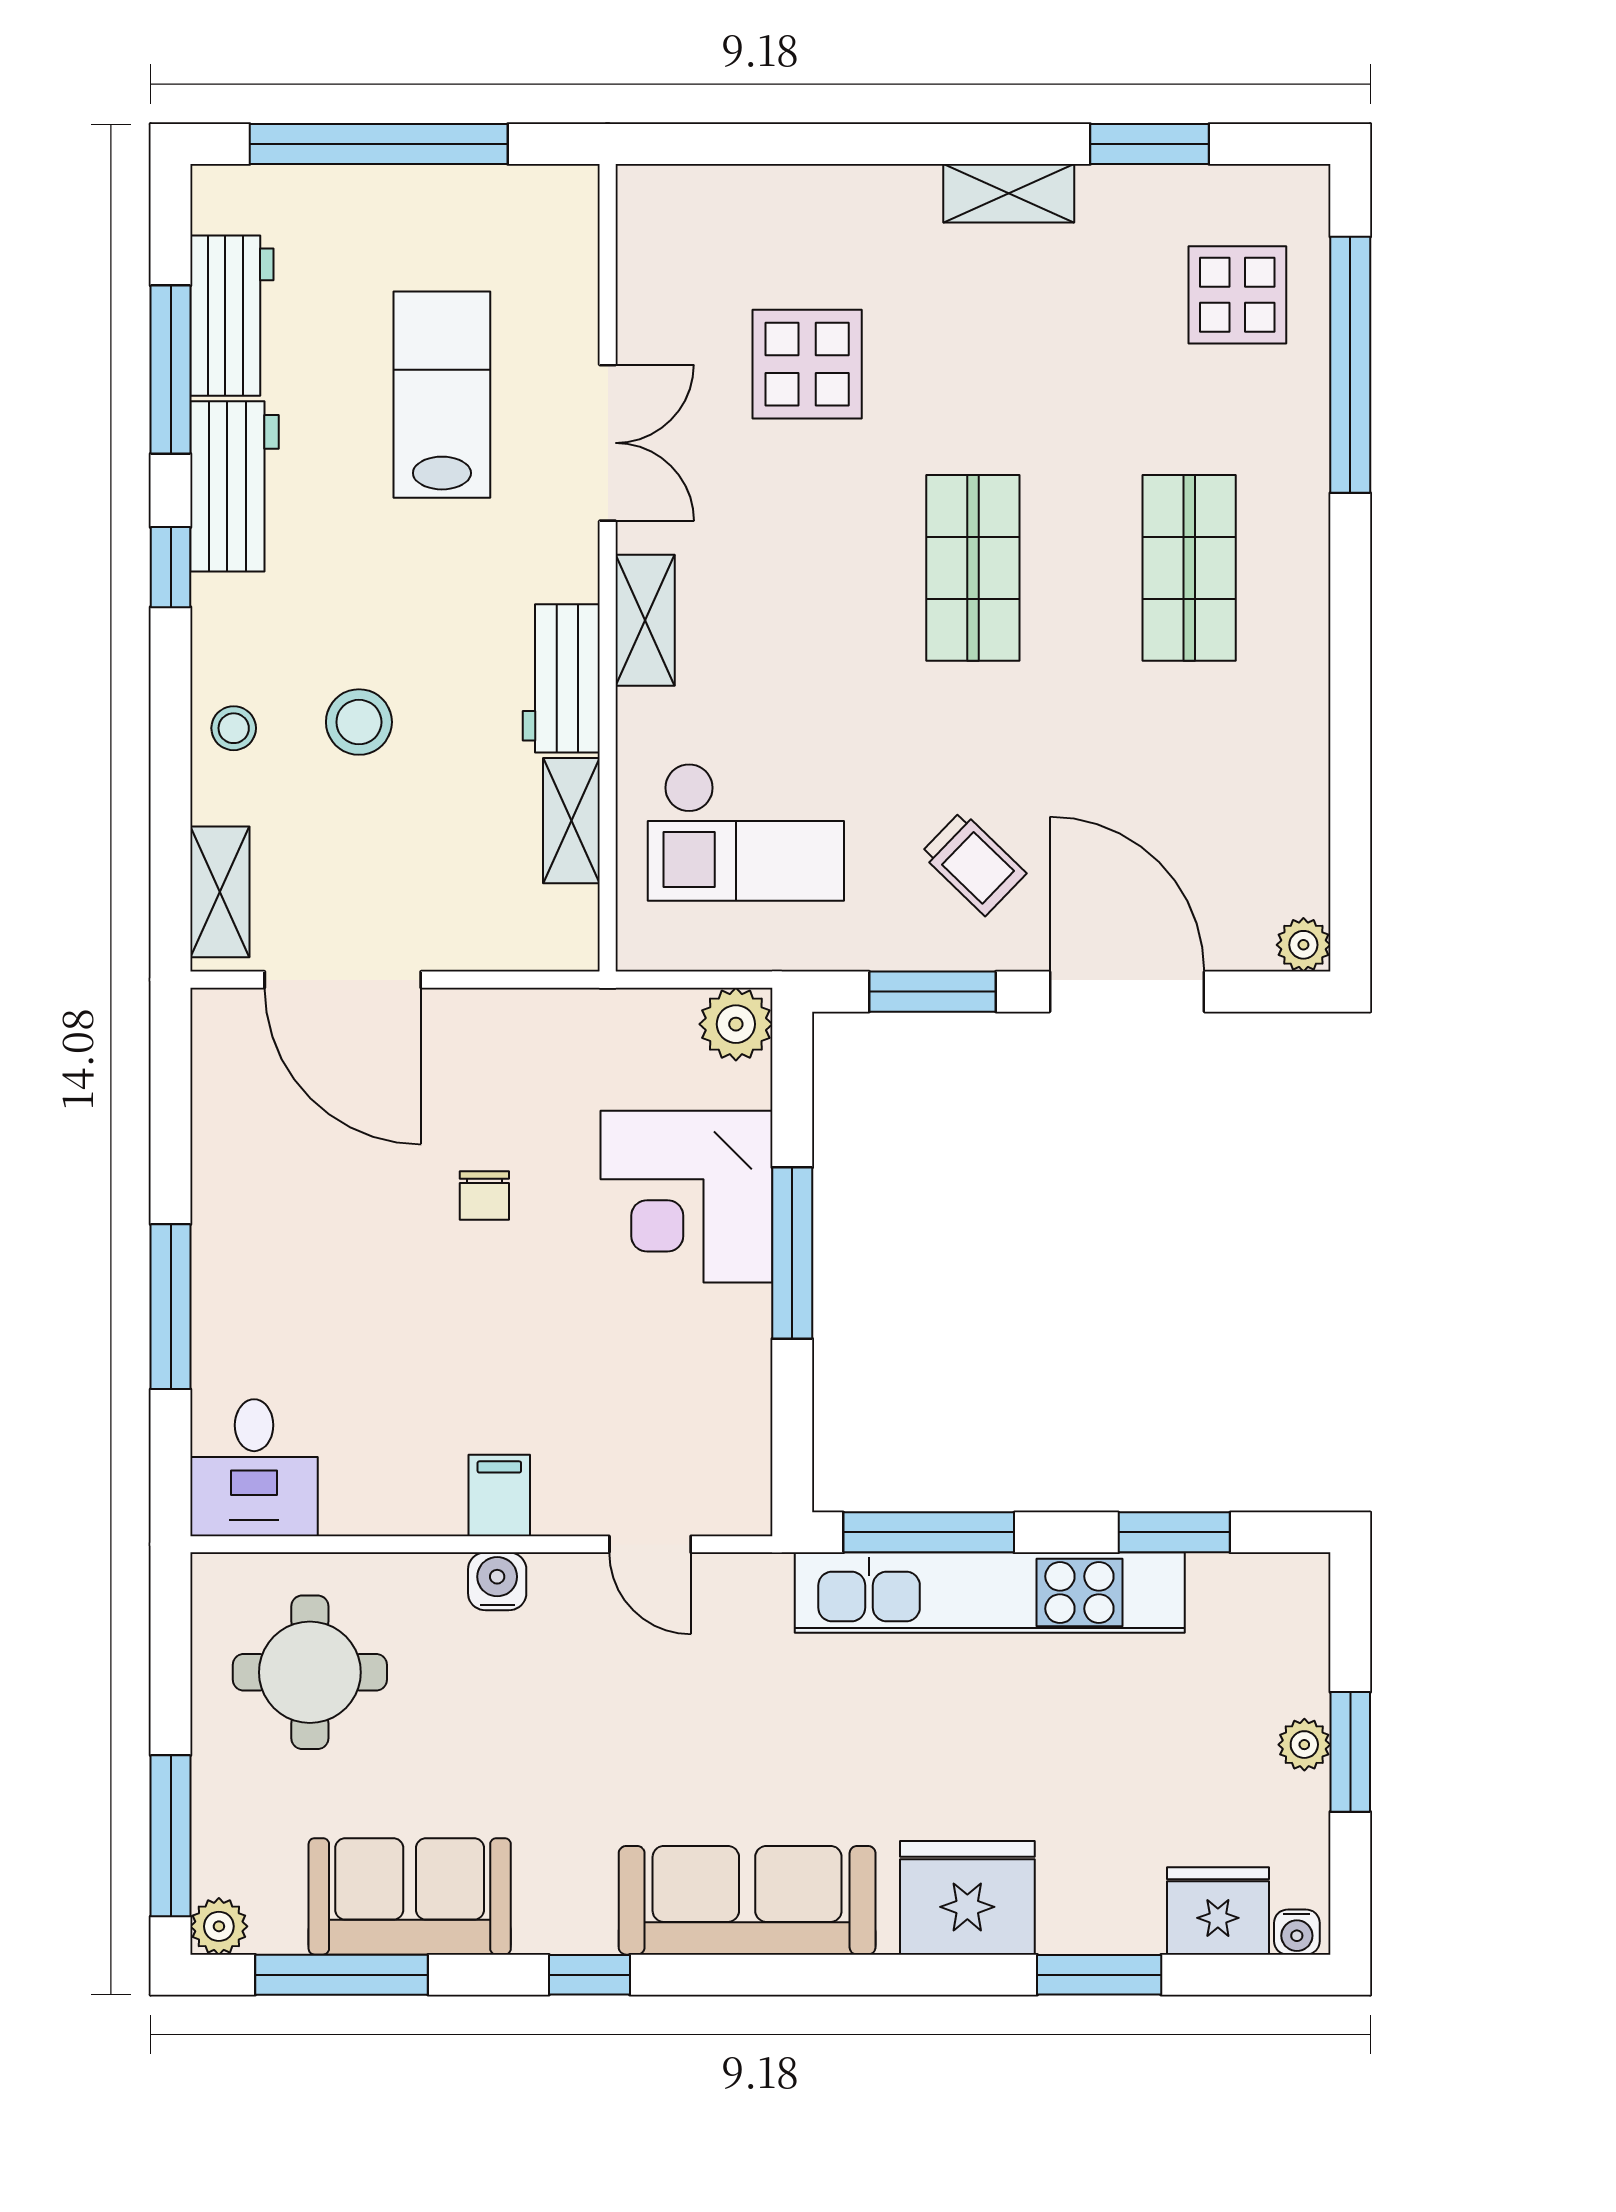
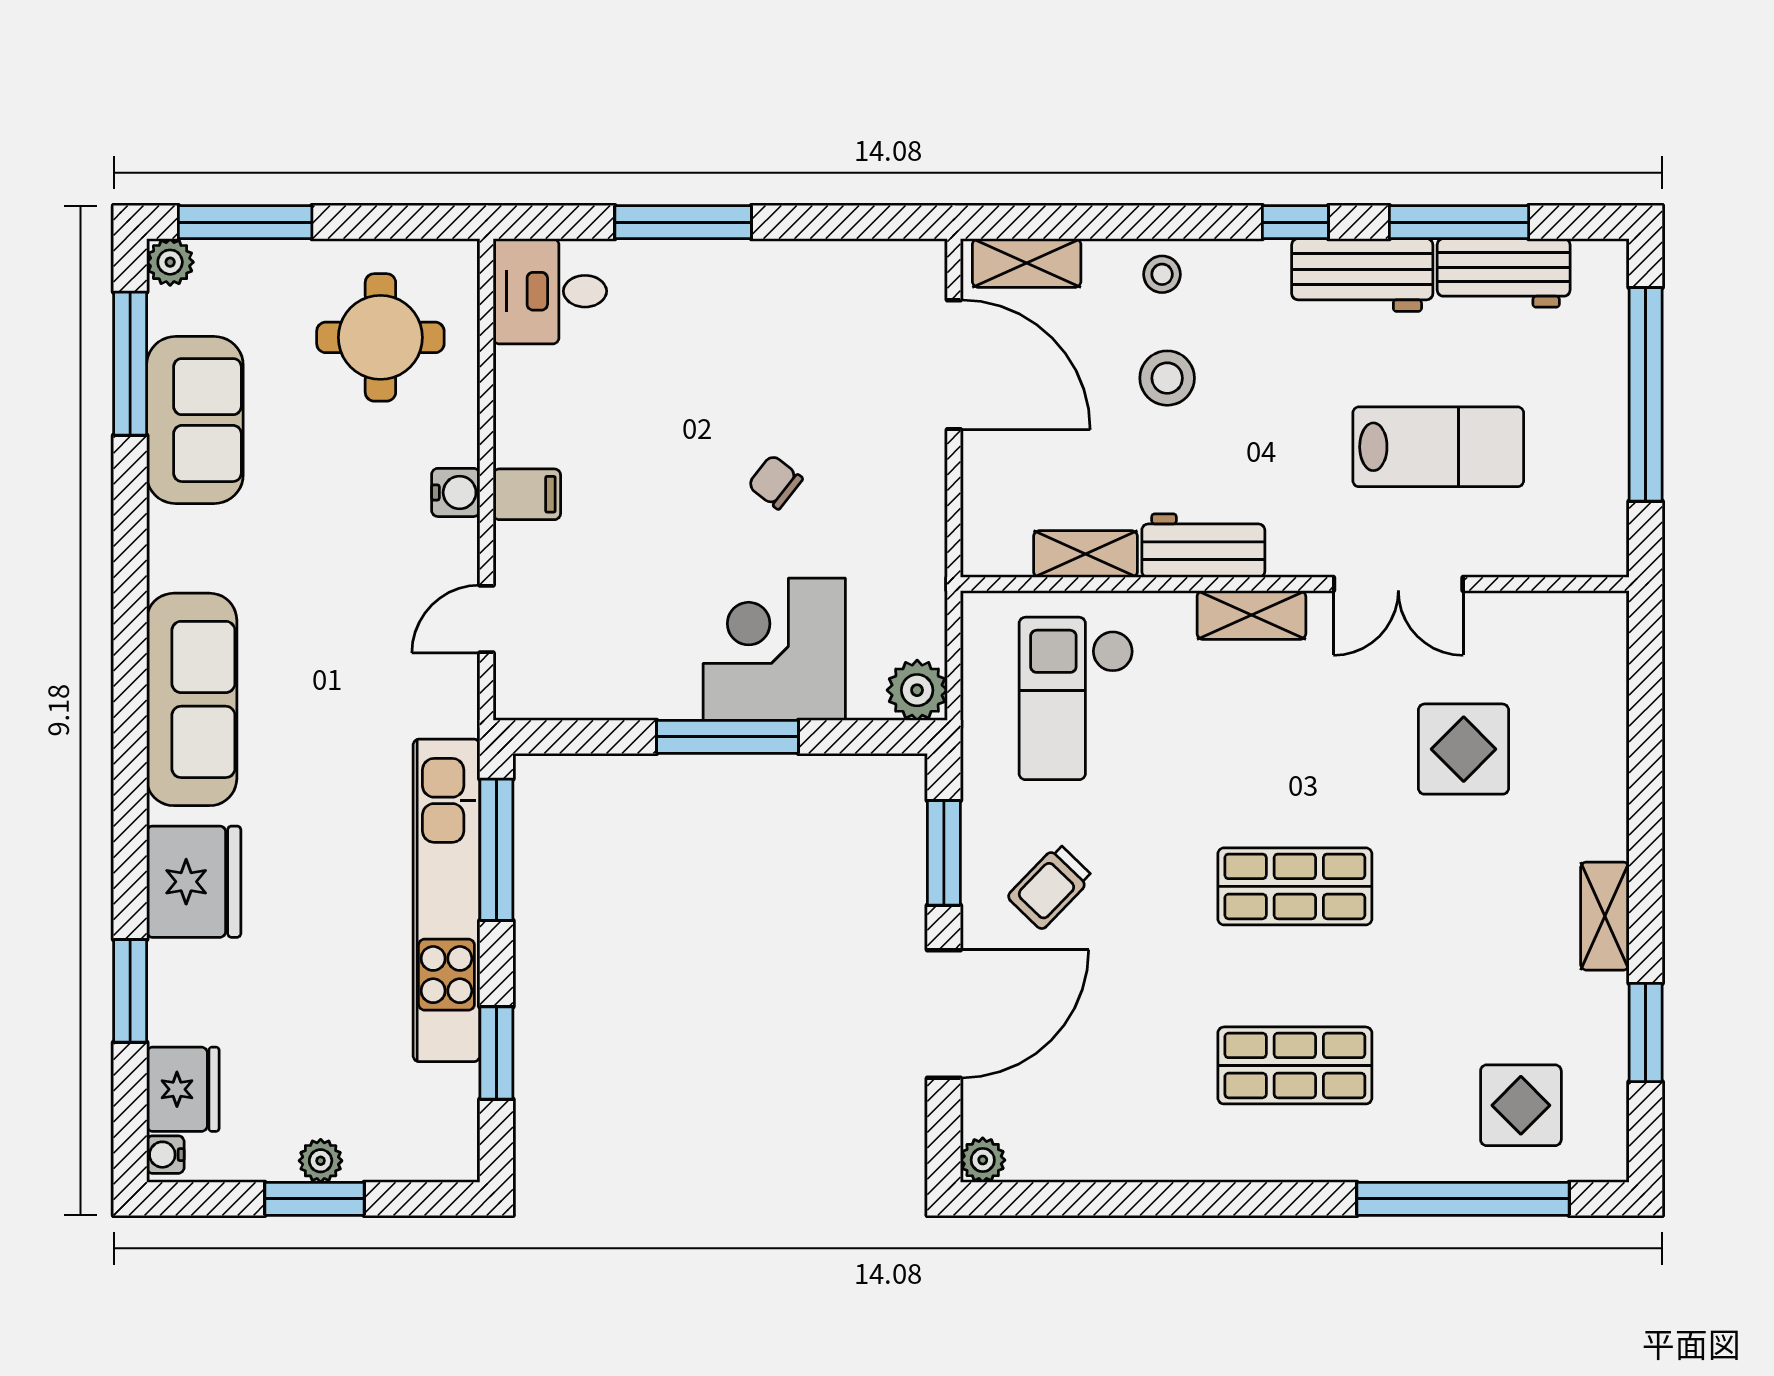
door: (343, 980) -> (954, 365), swing flipped
chair: (484, 1196) -> (775, 482), turned 38
window: (589, 1975) -> (130, 569), removed

